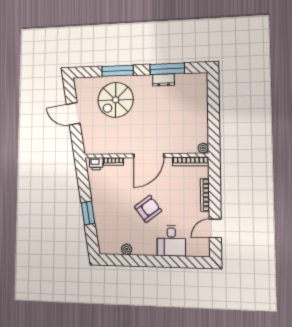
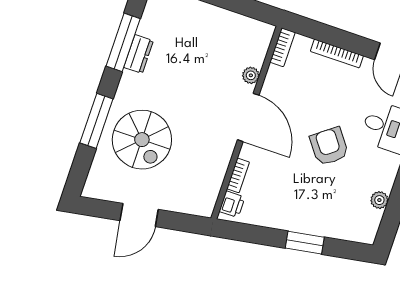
plant: (203, 148) -> (251, 75), moved
bookcase: (191, 161) -> (282, 47), width x0.64

